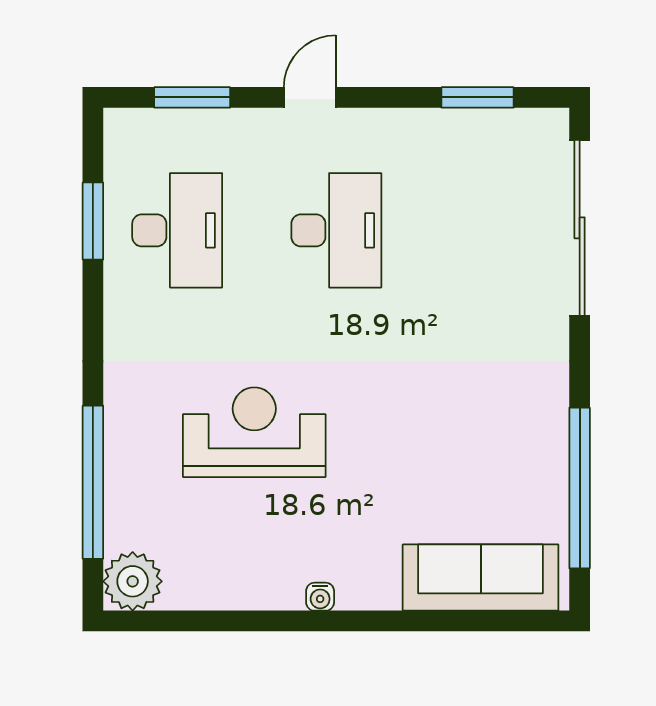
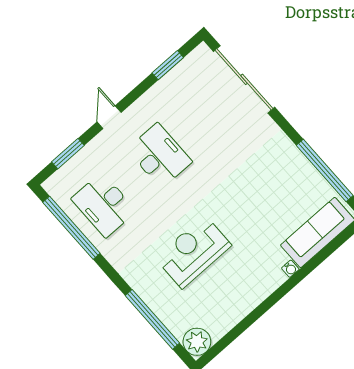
window: (93, 221) -> (71, 228), width x2.11
desk: (177, 230) -> (104, 205), turned 180
water cooler: (320, 597) -> (290, 269), moved

